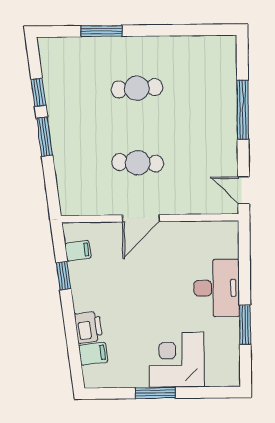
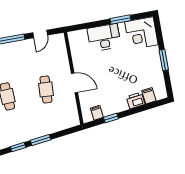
door: (244, 190) -> (40, 34), moved
corner desk: (177, 360) -> (141, 33), moved

